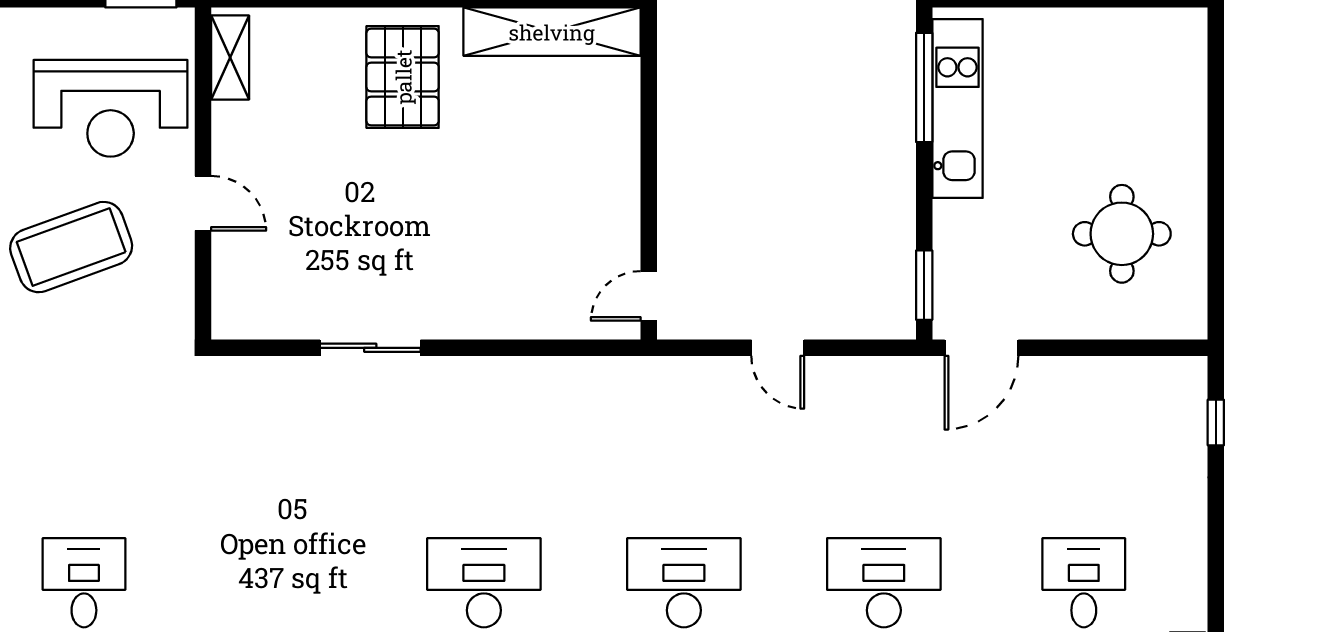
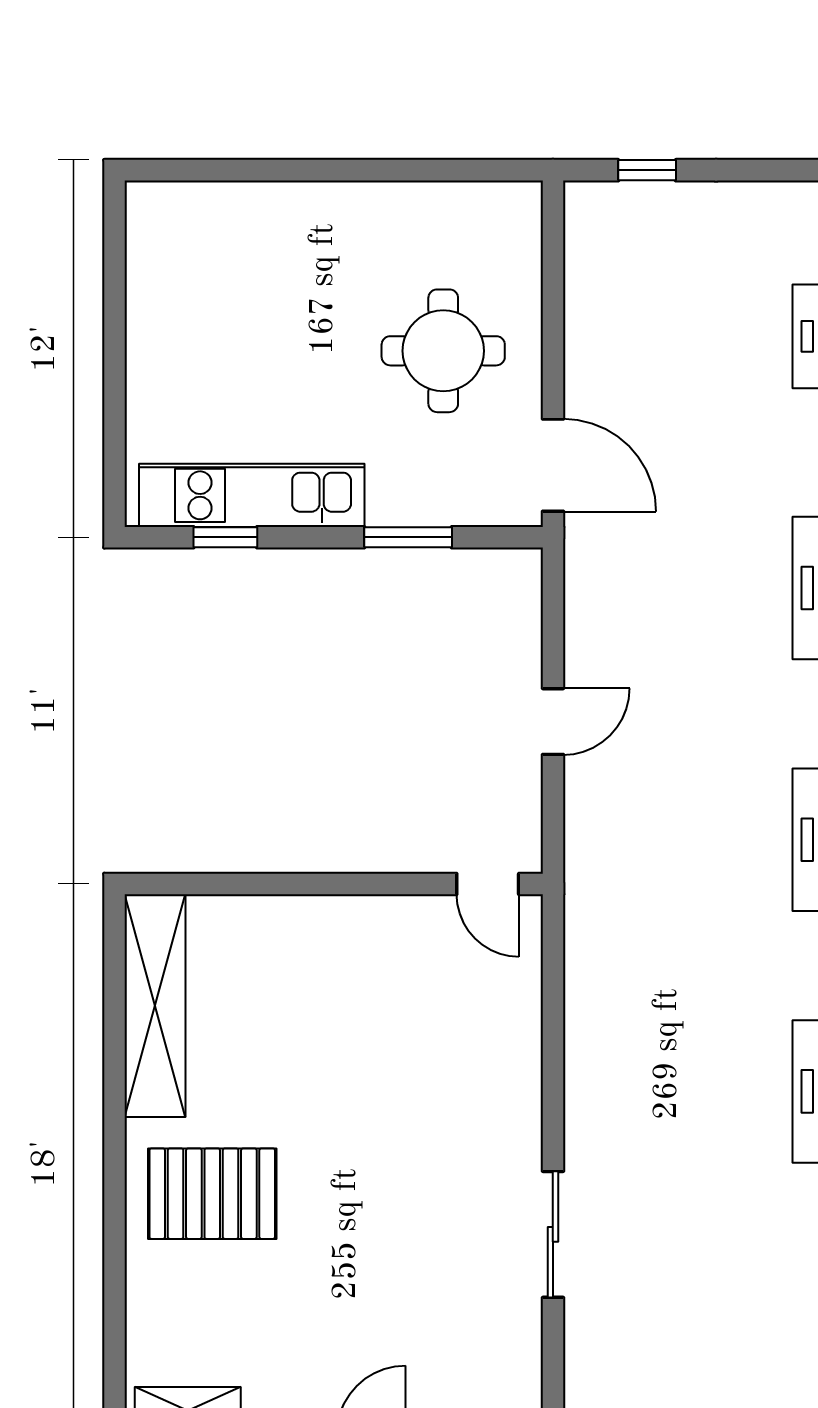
window: (924, 87) -> (225, 537), width x0.46
round table: (1122, 234) -> (443, 351), moved
window: (924, 285) -> (408, 537), moved

